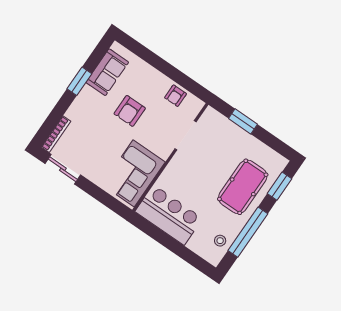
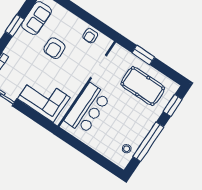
corner sofa: (134, 173) -> (44, 98), moved, turned 90
pool table: (243, 187) -> (143, 86), moved, turned 90
bar counter: (169, 215) -> (87, 109), moved, turned 90

